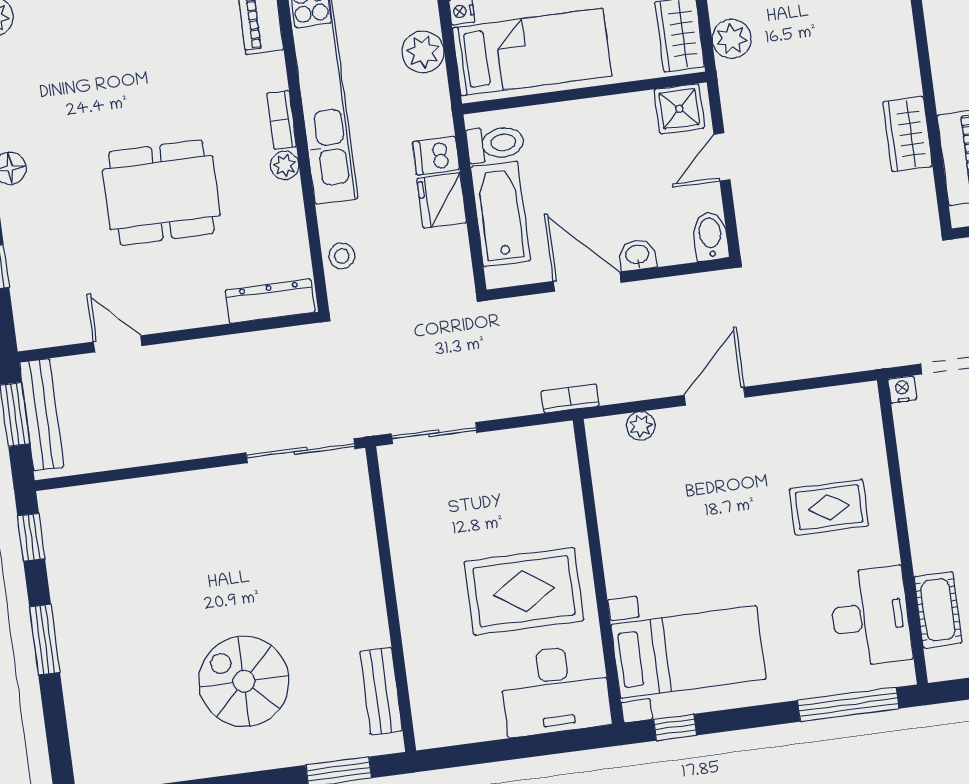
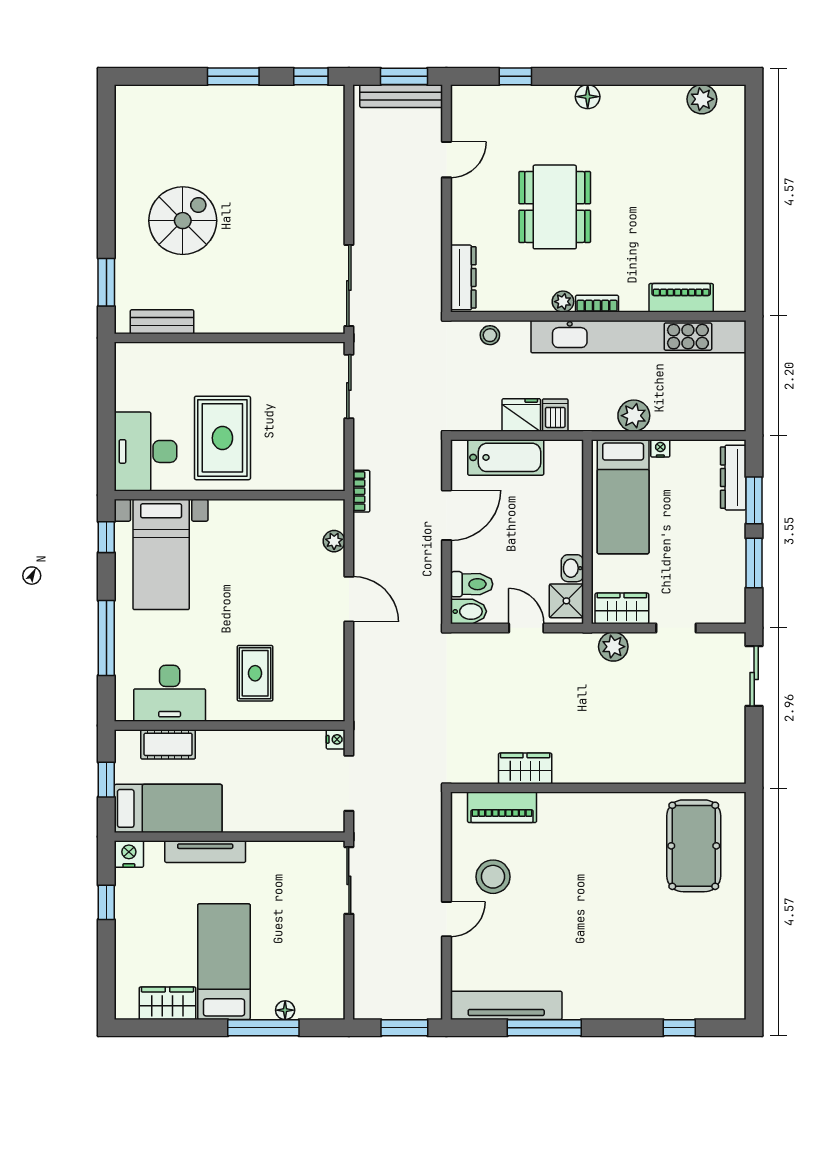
toilet: (495, 143) -> (472, 584), moved, turned -90
washbasin: (637, 255) -> (572, 568), moved, turned 180
window: (848, 704) -> (106, 638), moved

